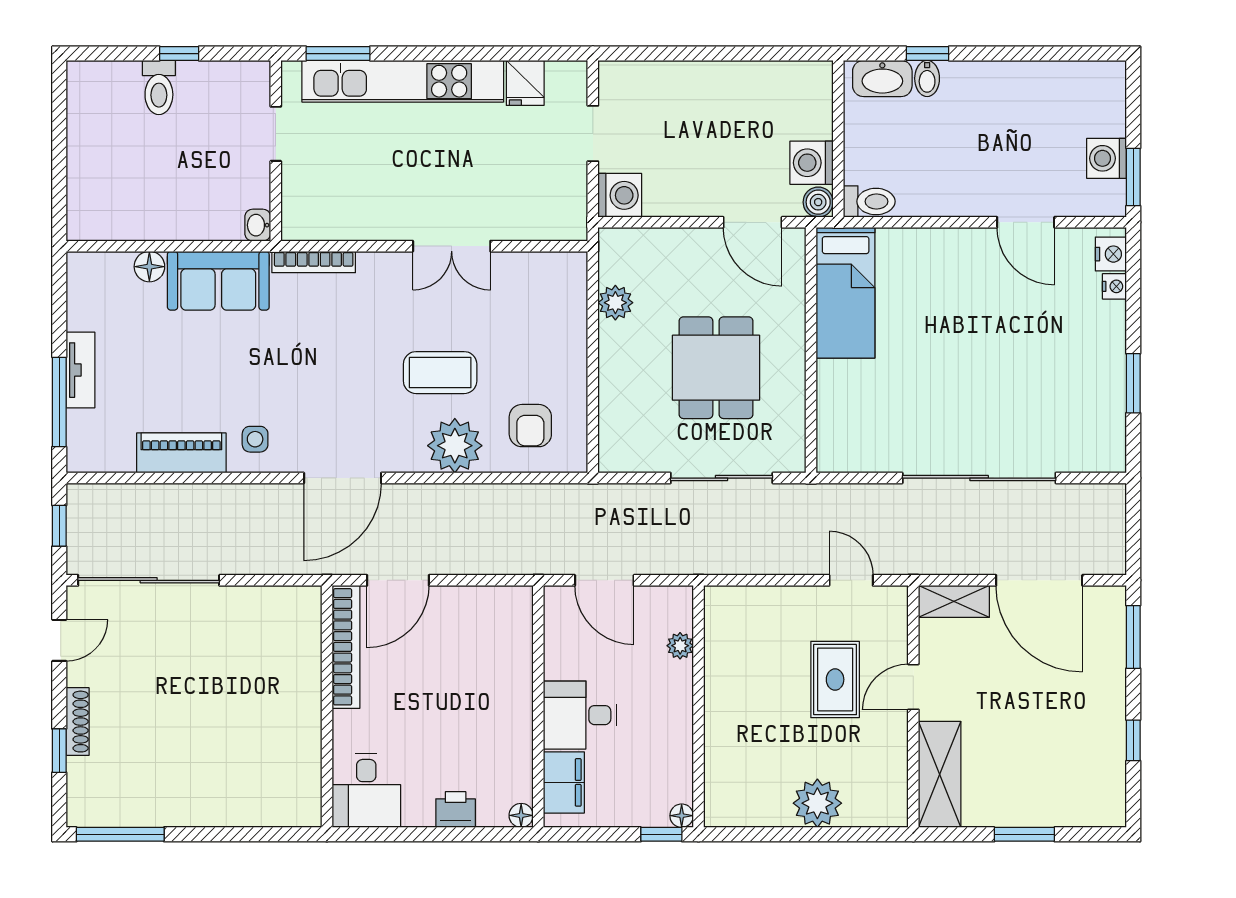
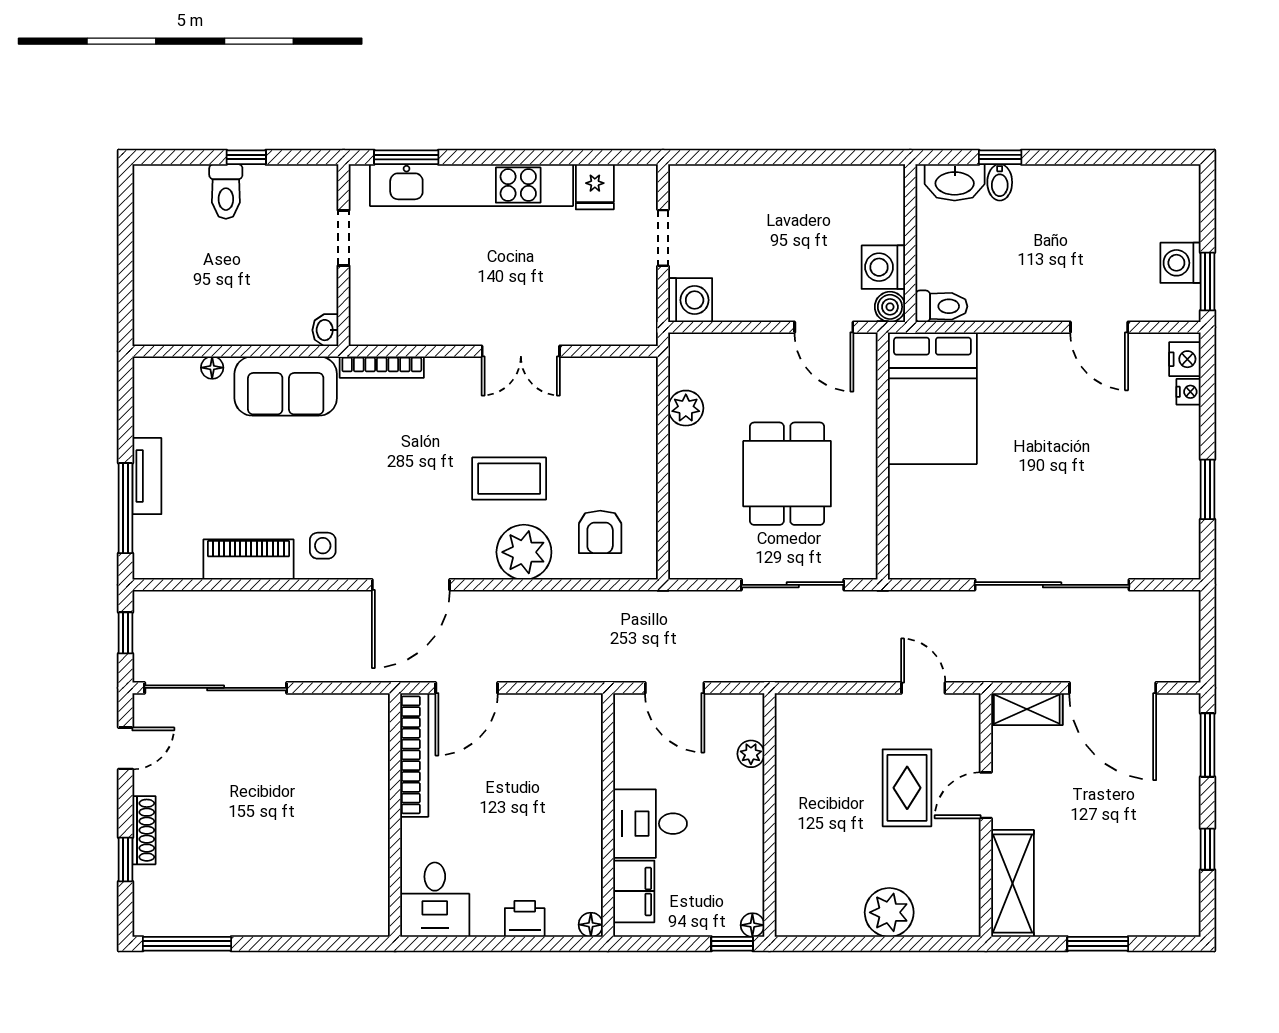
floor lamp: (149, 267) -> (212, 368), width x0.73, depth x0.73
bed: (846, 293) -> (932, 398), width x1.50

